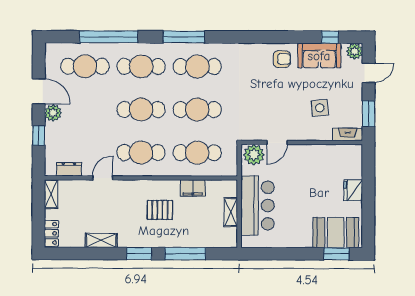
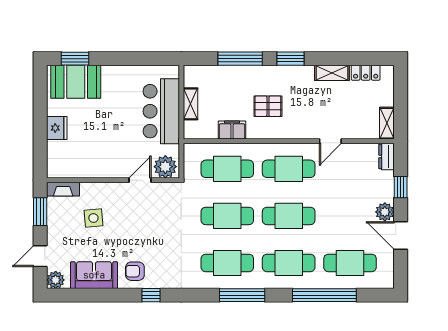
window: (330, 37) -> (151, 295), moved
dresser: (69, 169) -> (386, 156), moved, turned 90
locker: (51, 233) -> (366, 73), moved, turned -90

